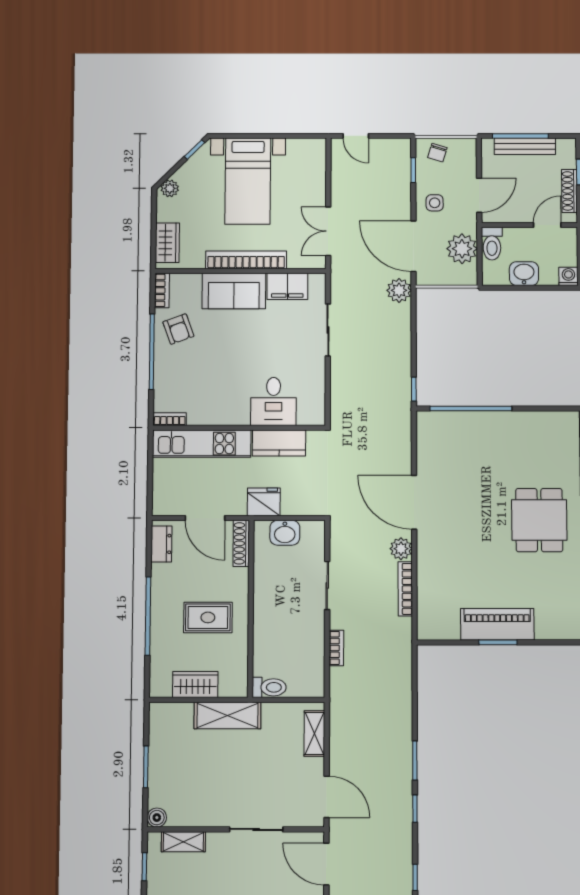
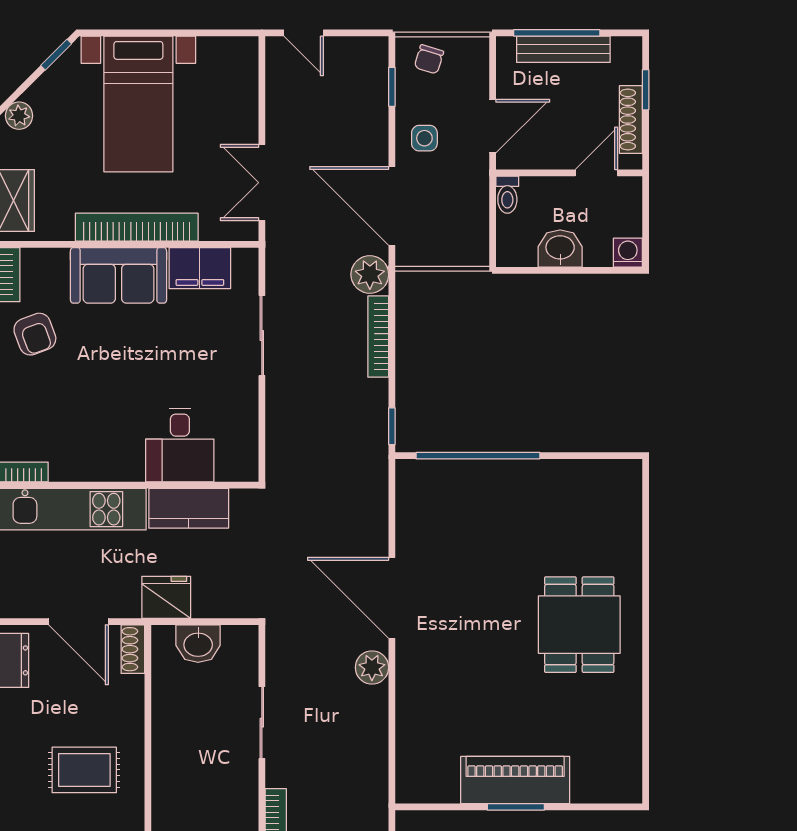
toilet: (492, 244) -> (507, 195), width x0.73, depth x0.72
plant: (462, 249) -> (466, 210), removed
shoe rack: (241, 543) -> (133, 649), width x0.70
bookcase: (405, 589) -> (378, 337), moved

